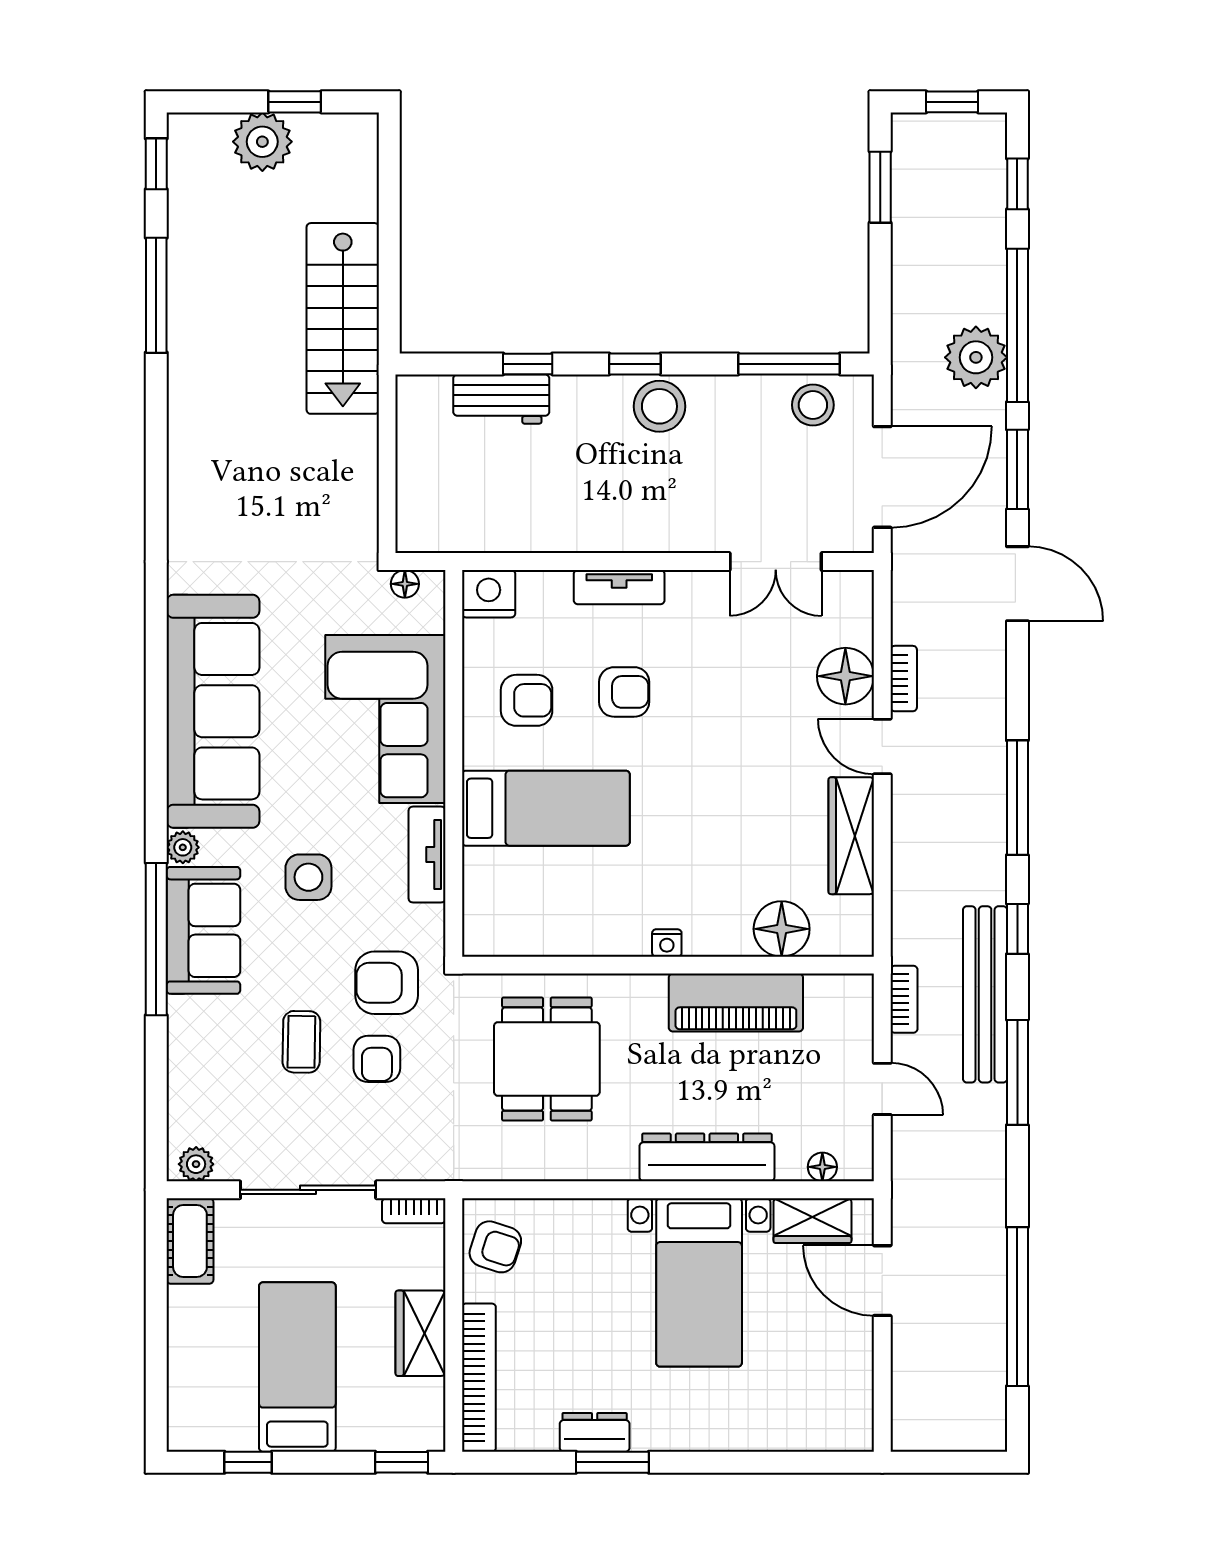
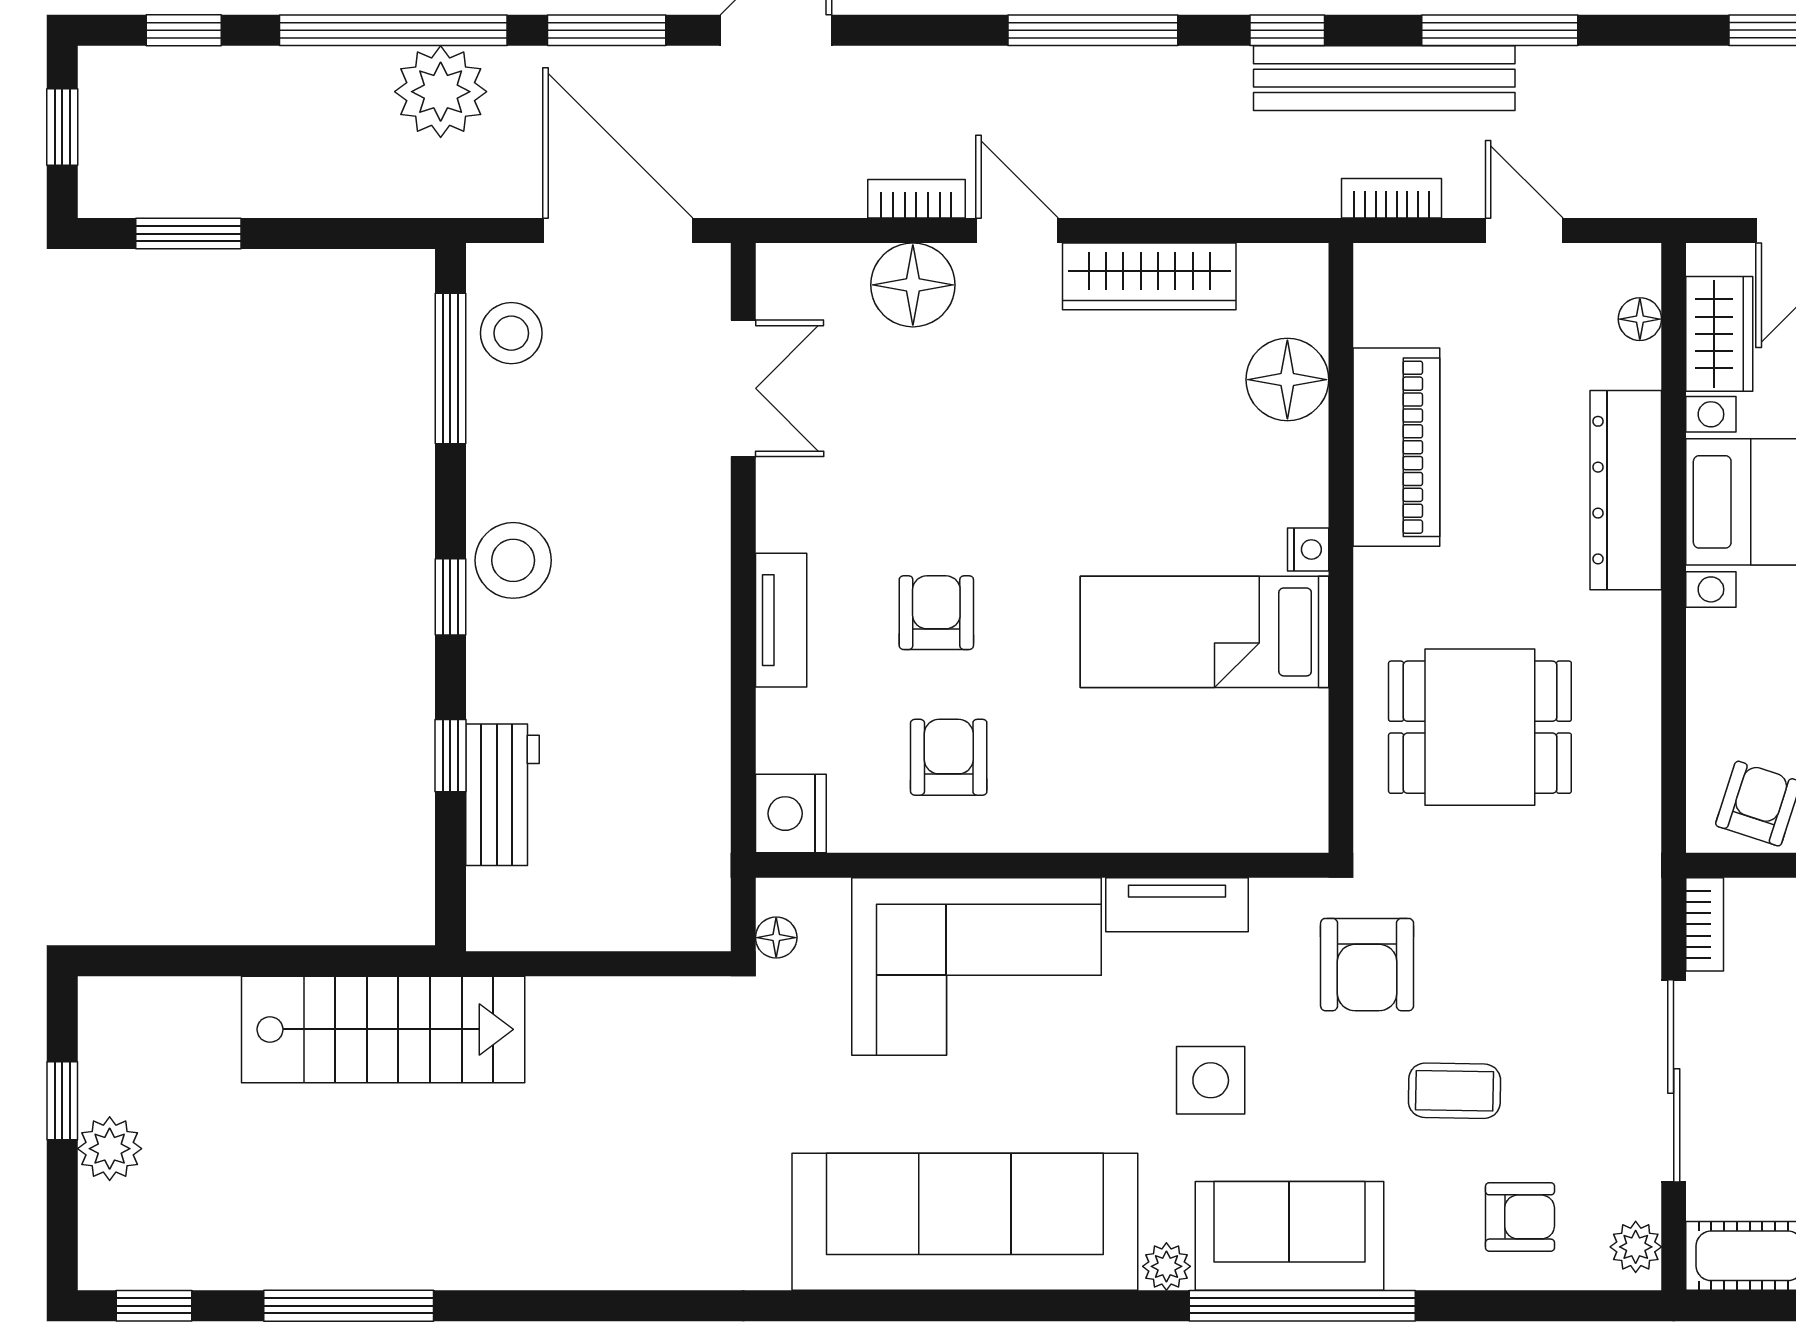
plant: (262, 142) -> (110, 1149), width x0.73, depth x0.73
door: (882, 746) -> (1017, 230), swing flipped
bed: (546, 808) -> (1205, 632), moved, turned -90
armchair: (377, 1059) -> (1520, 1217), moved
door: (882, 1089) -> (1524, 230), hinge flipped

